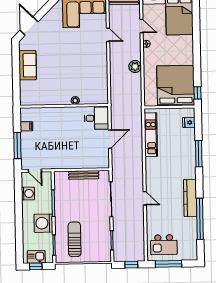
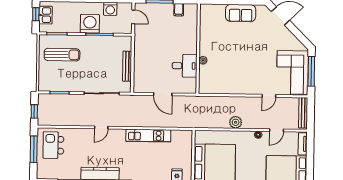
desk: (96, 118) -> (185, 66), moved, turned -90
kitchen unit: (151, 135) -> (148, 136), moved
door: (35, 171) -> (133, 17), swing flipped
washing machine: (43, 223) -> (90, 24), moved

